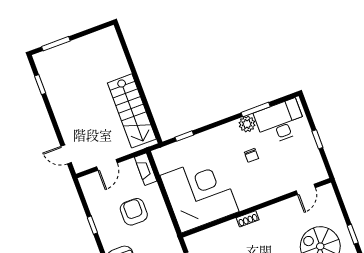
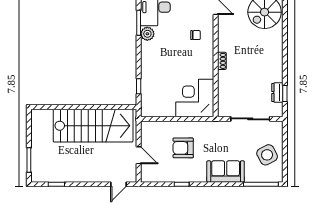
stairs: (132, 111) -> (93, 126), width x1.36, depth x1.51
chair: (251, 155) -> (195, 35), moved
fireplace: (146, 169) -> (153, 126), removed
corner desk: (199, 194) -> (195, 98), width x0.74, depth x0.74

